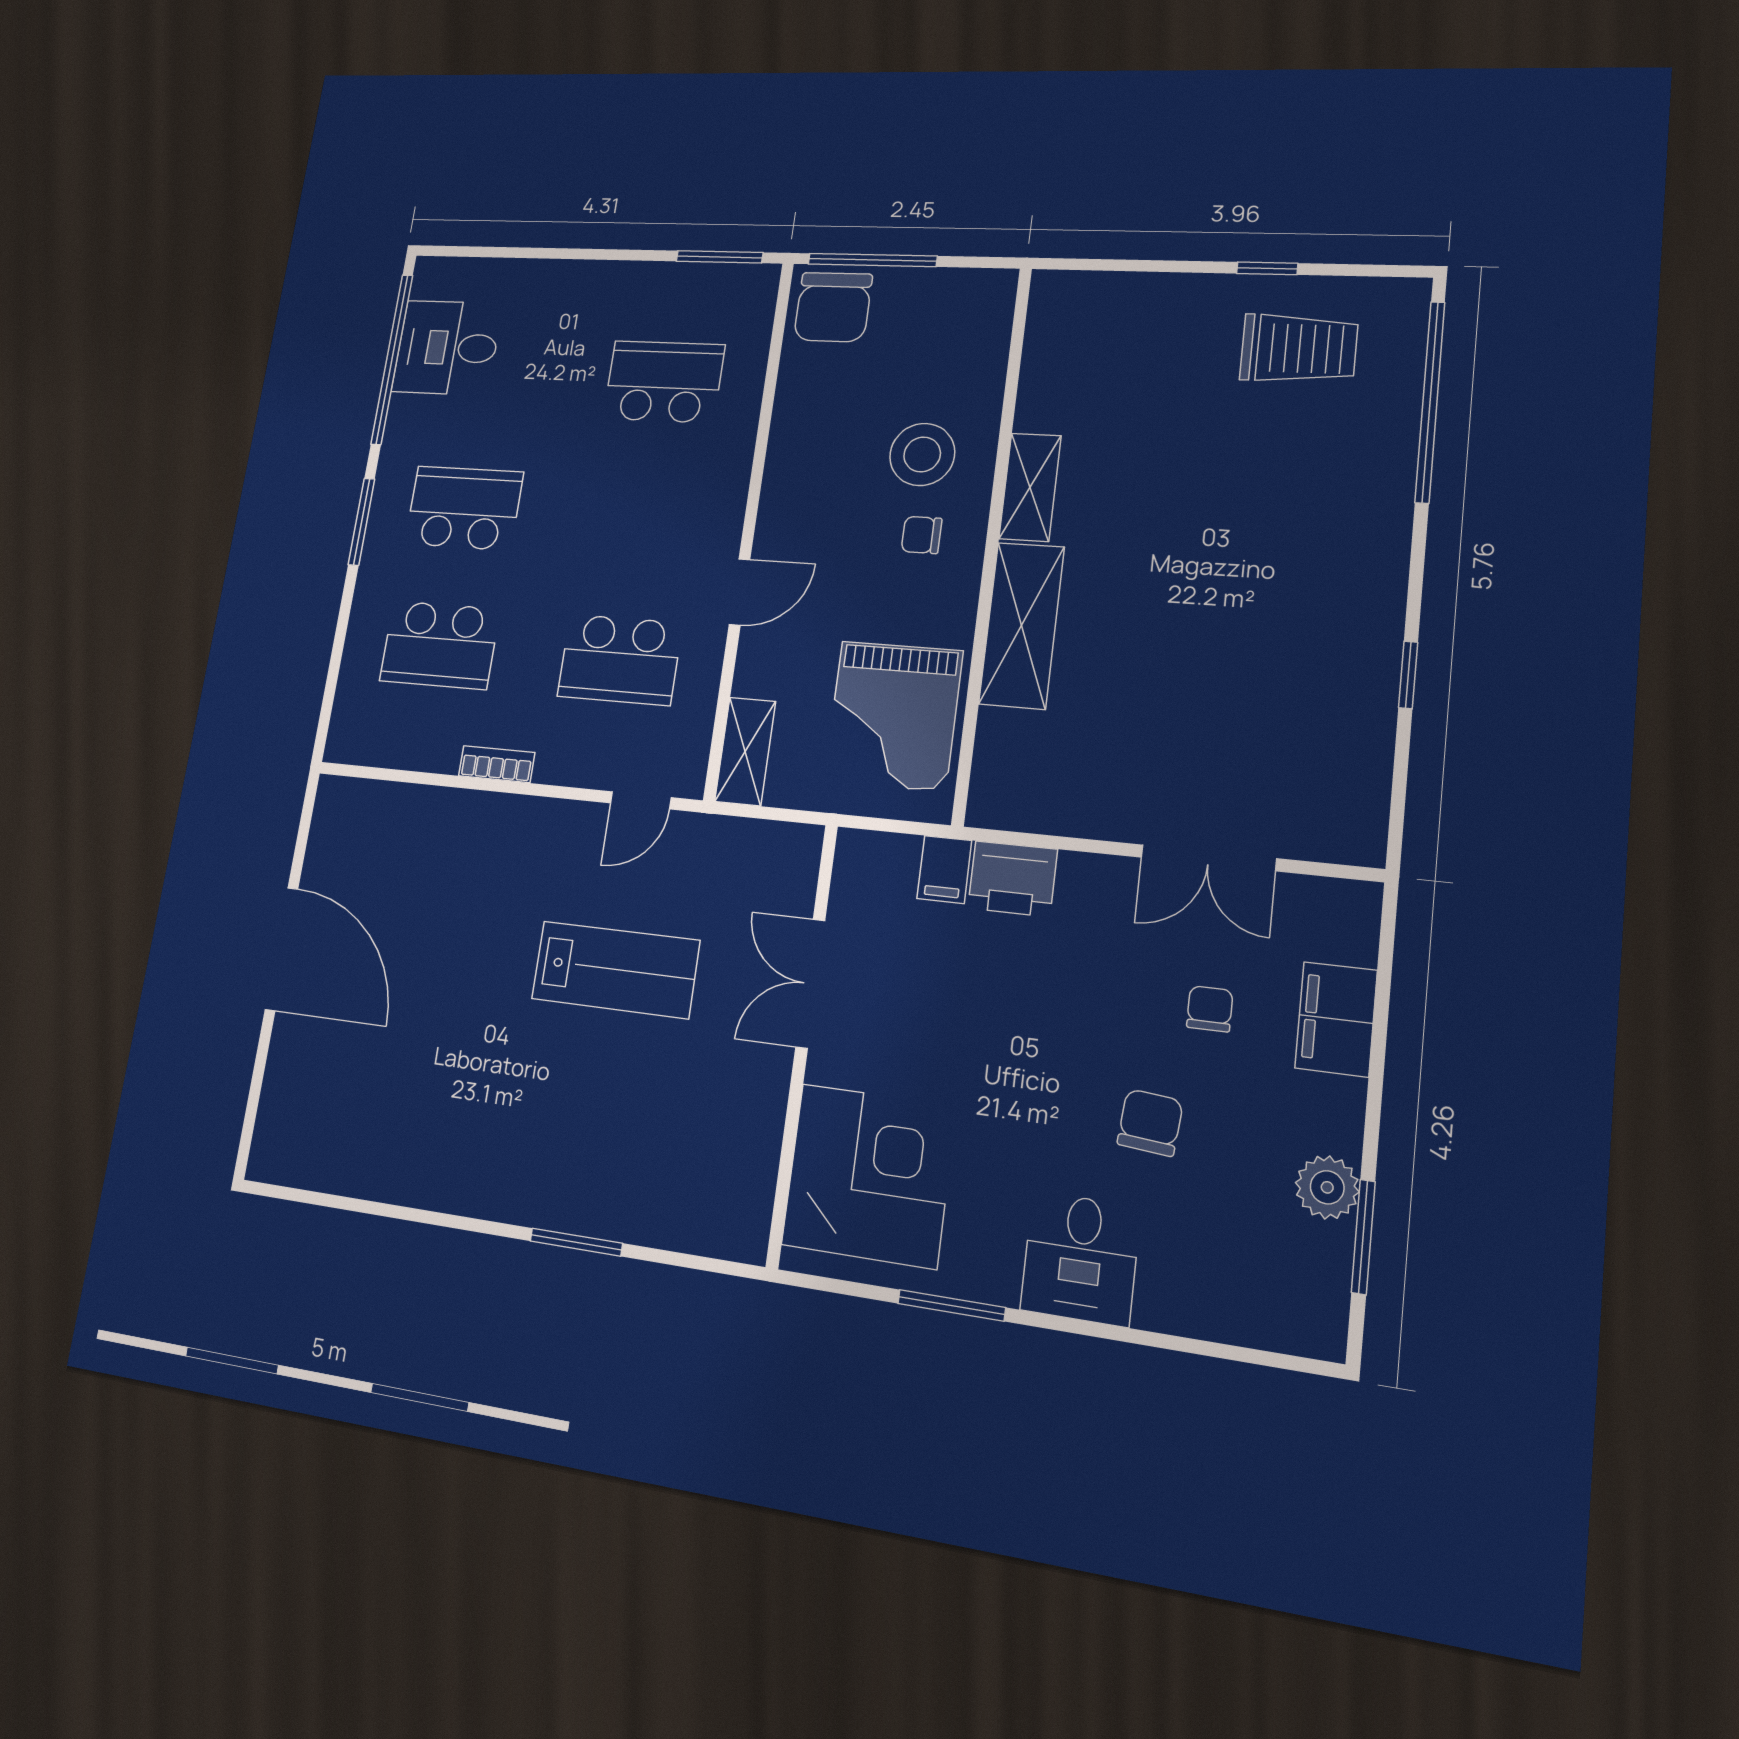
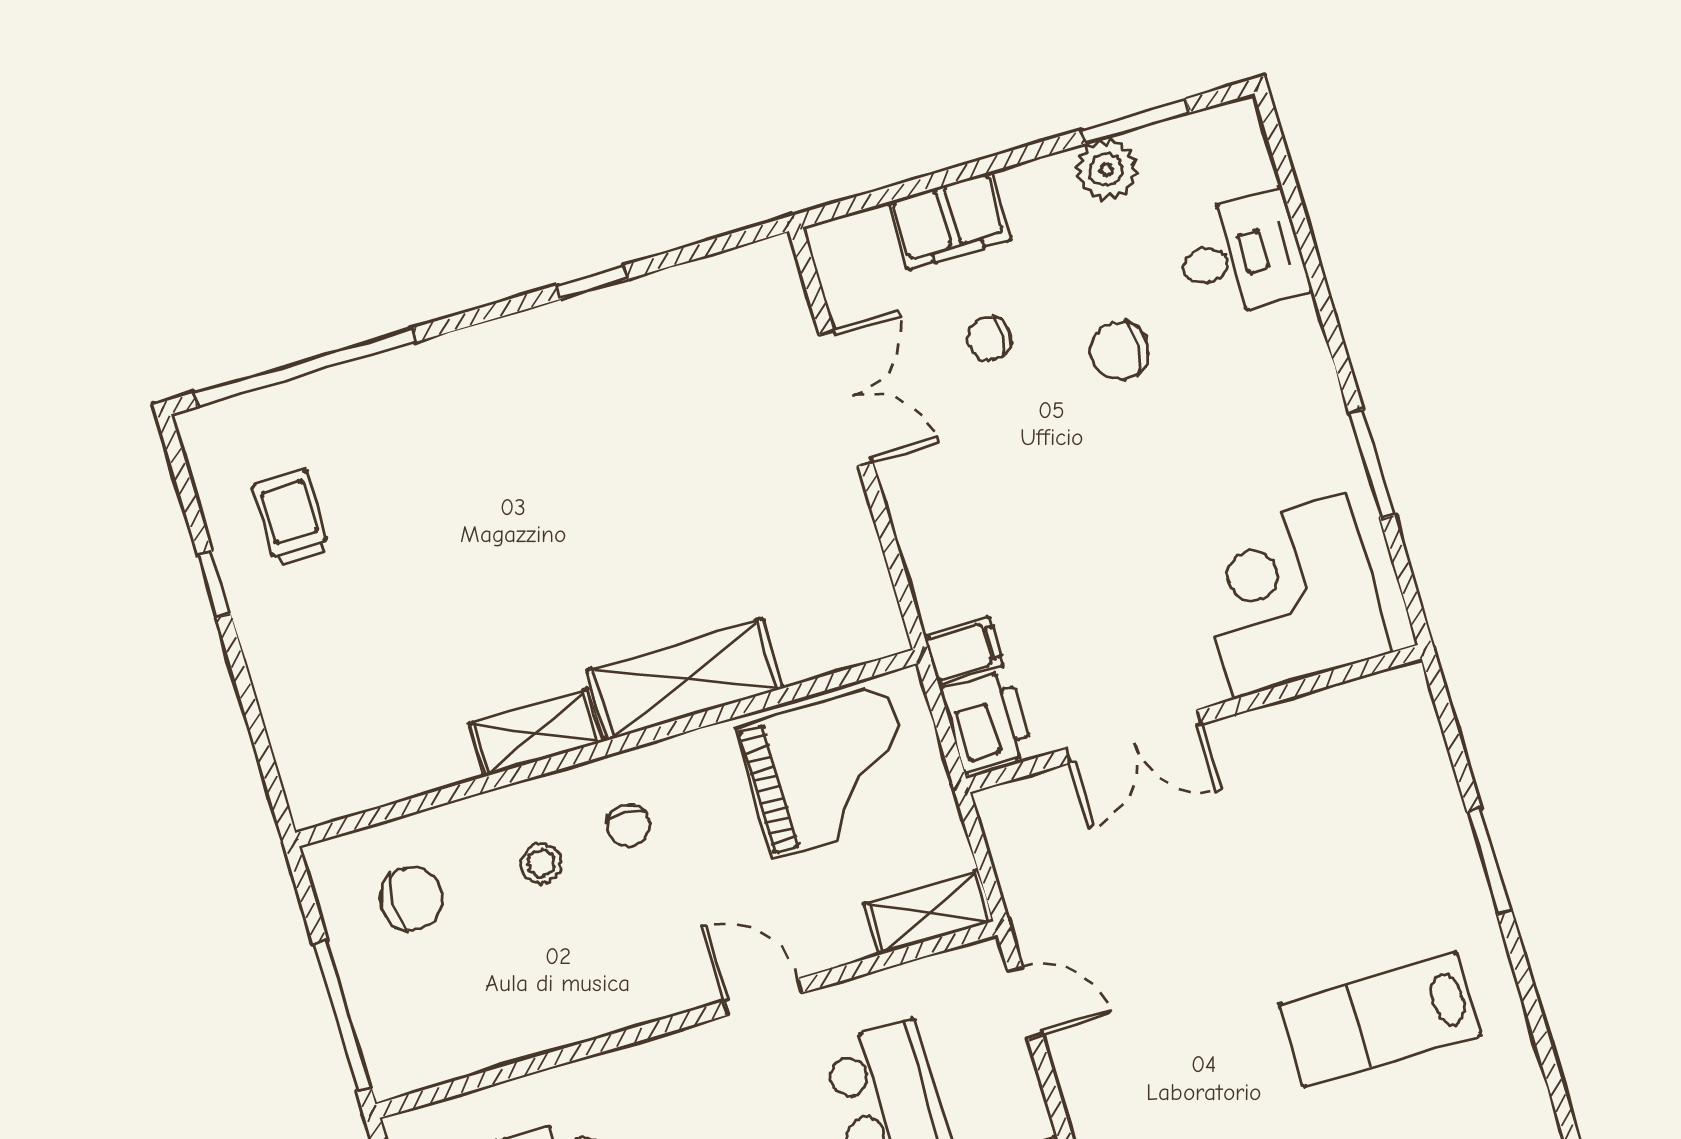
chair: (833, 307) -> (412, 899), moved, width x0.73, depth x0.73
trolley: (1299, 348) -> (291, 518), width x0.73, depth x0.72
stool: (922, 454) -> (541, 863), width x0.53, depth x0.53
printer: (1013, 879) -> (987, 721), moved
lab bench: (615, 970) -> (1380, 1020), moved, turned -90
desk: (1080, 1258) -> (1241, 255), moved

